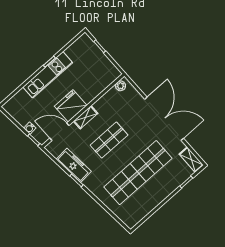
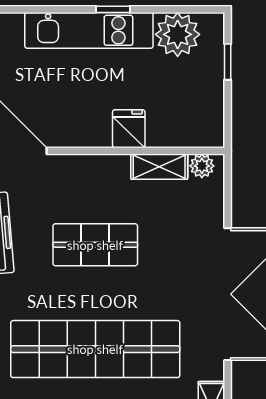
plant: (76, 52) -> (178, 34), added
fridge: (71, 106) -> (129, 129), moved, width x0.53, depth x0.75
shelving: (86, 117) -> (159, 167), moved

